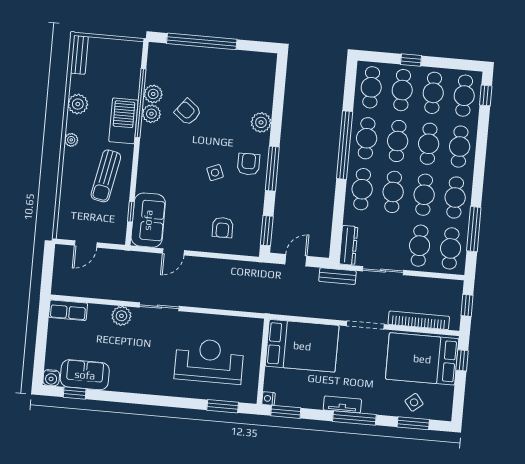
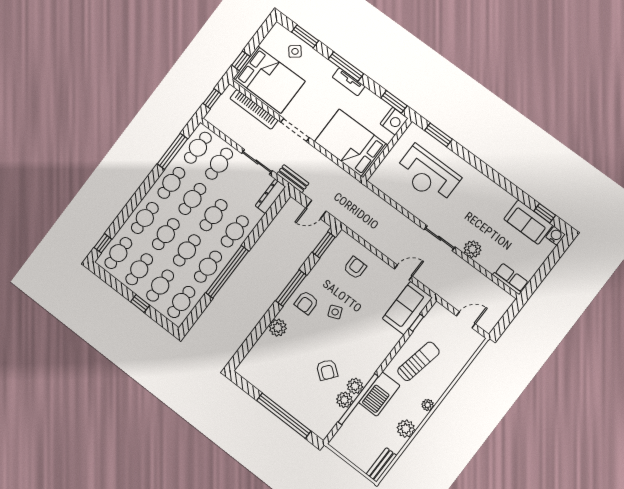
nightstand: (268, 398) -> (394, 121), width x1.89, depth x1.79

